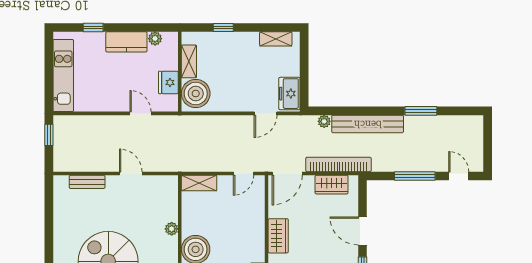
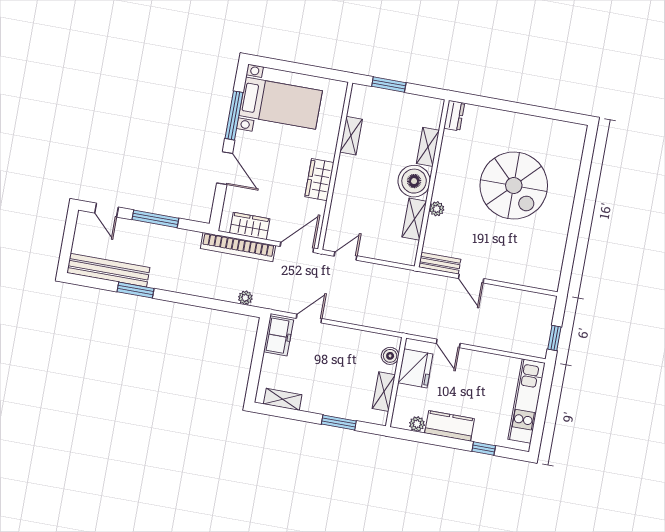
window: (223, 27) -> (339, 423), width x1.50
fridge: (168, 82) -> (415, 368), width x1.36, depth x1.34
boiler: (196, 94) -> (390, 356), width x0.54, depth x0.54
bench: (368, 124) -> (108, 270), moved
bench: (87, 182) -> (440, 263), moved
shelving: (199, 183) -> (414, 219), moved, turned 90

